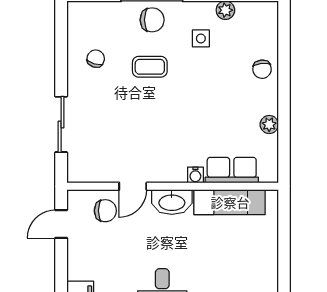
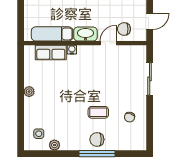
side table: (201, 38) -> (39, 134), moved
chair: (262, 69) -> (33, 111), removed
plant: (269, 125) -> (29, 92), moved

